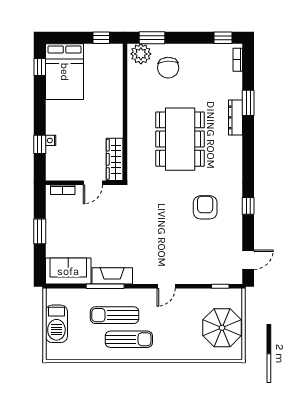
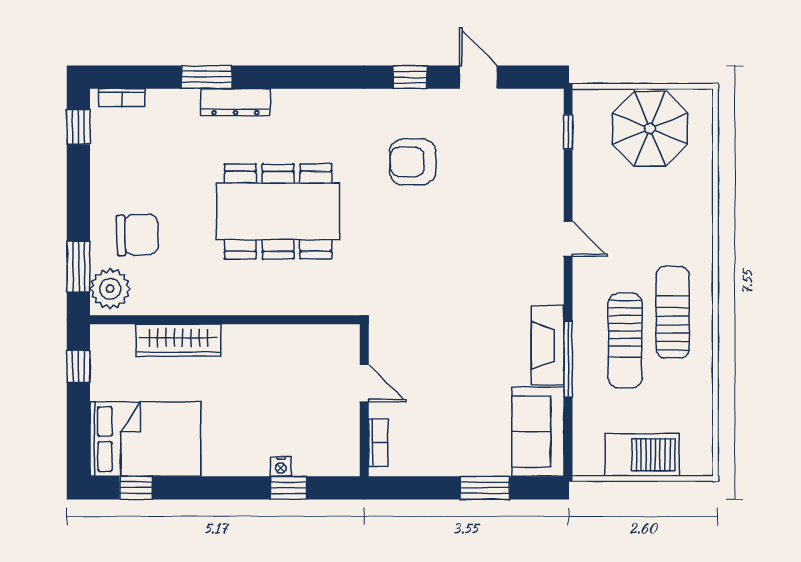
wardrobe: (115, 159) -> (178, 340), moved
window: (40, 231) -> (485, 488), moved
door: (248, 260) -> (478, 77), moved

